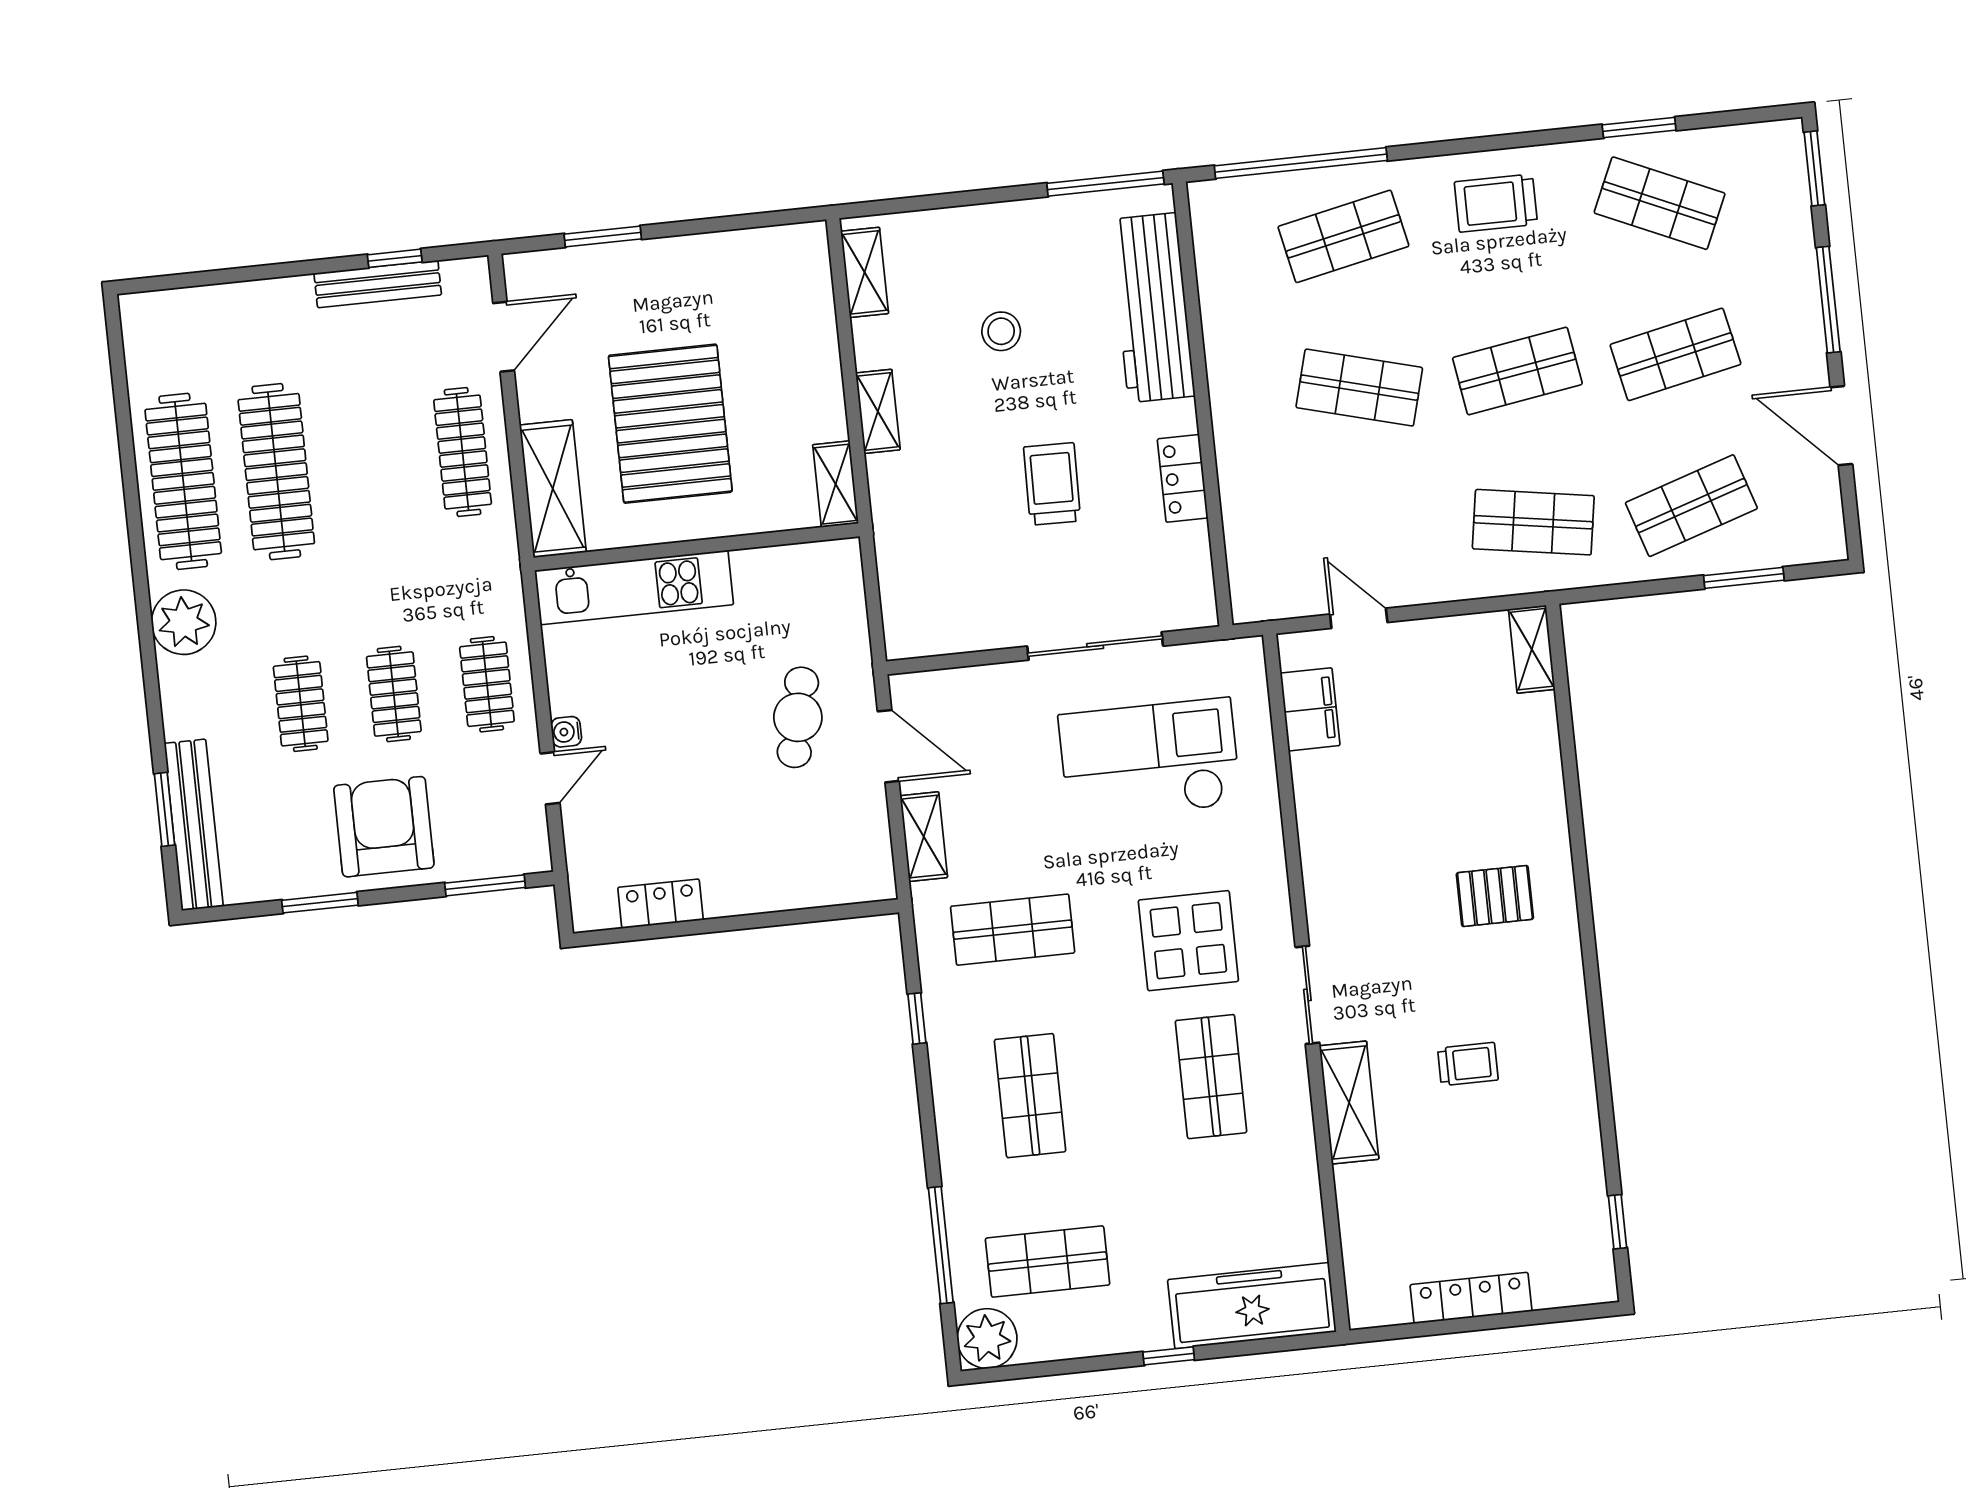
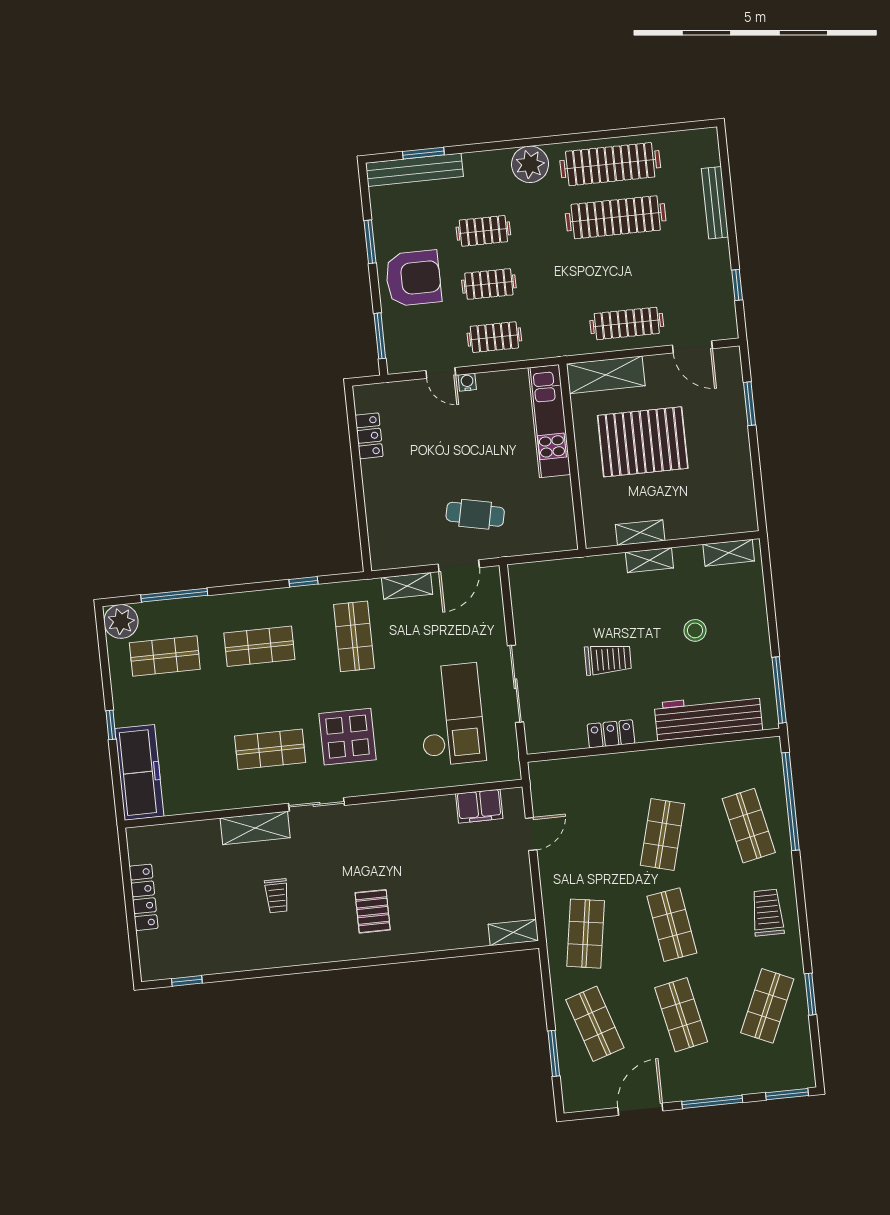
bench: (378, 284) -> (715, 203), moved
shelving: (836, 484) -> (640, 533), moved
shop shelf: (1048, 1262) -> (165, 656), turned 90

